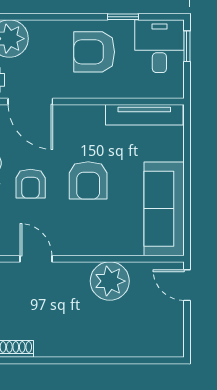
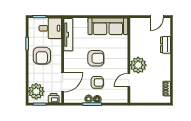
desk: (159, 46) -> (50, 28), moved, turned 180
plant: (110, 281) -> (138, 65), moved
door: (187, 285) -> (157, 17), moved
dresser: (120, 346) -> (166, 45), added

